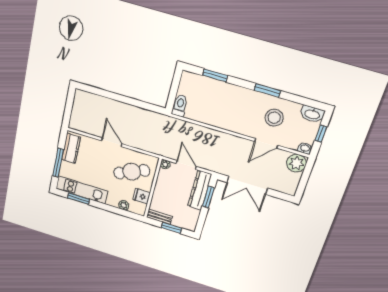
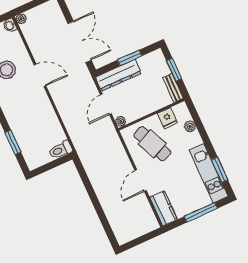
door: (266, 143) -> (40, 75), moved
kitchen counter: (71, 148) -> (163, 208), moved, turned 90
plant: (296, 163) -> (21, 19), width x0.53, depth x0.53
window: (208, 197) -> (129, 58), moved

